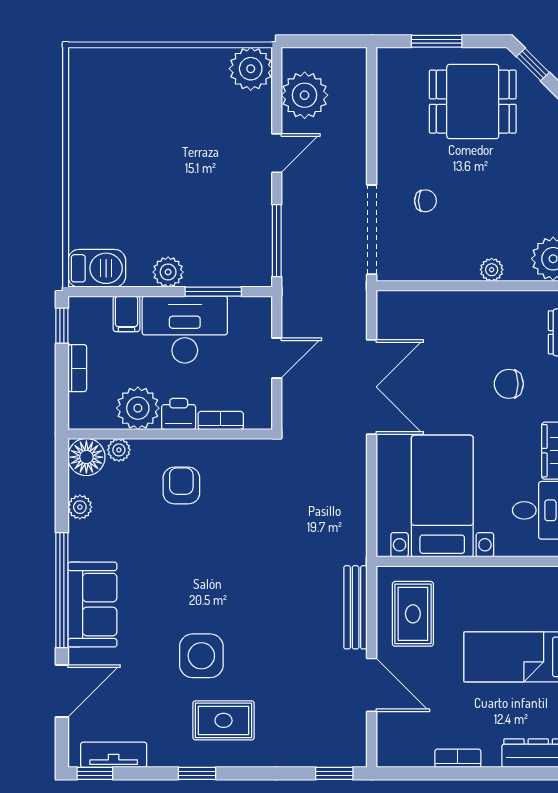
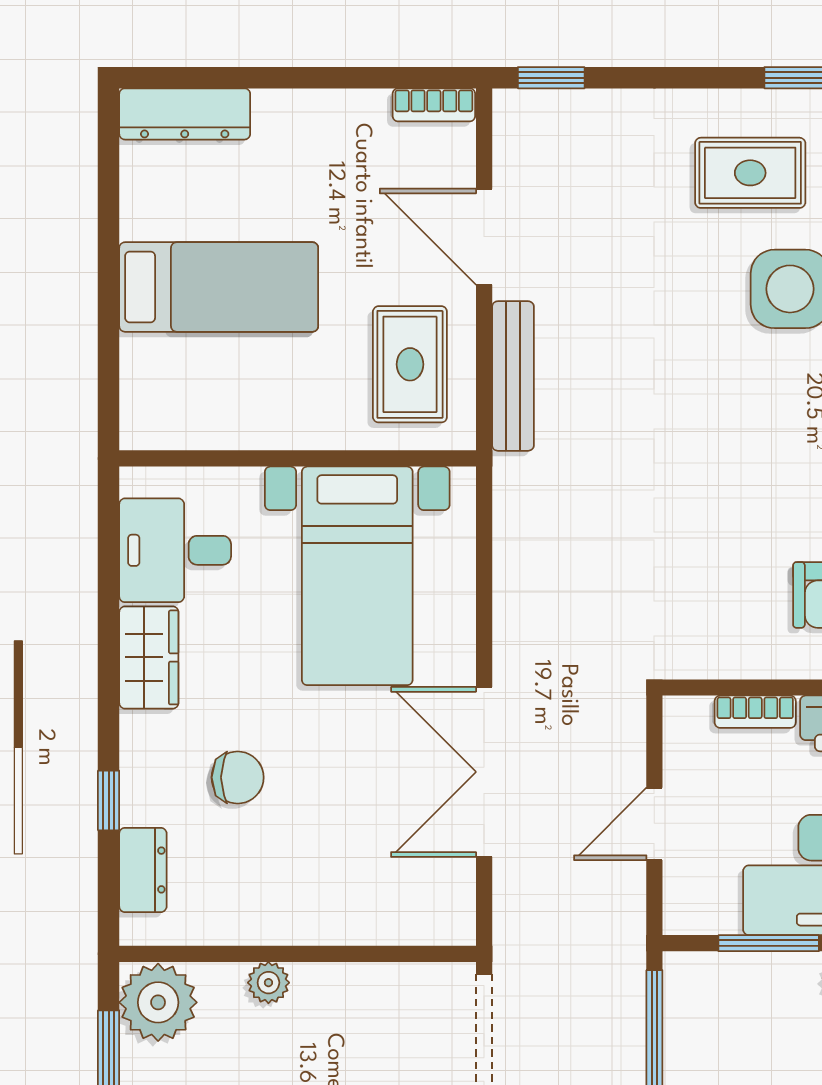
bookcase: (458, 758) -> (434, 105), moved

